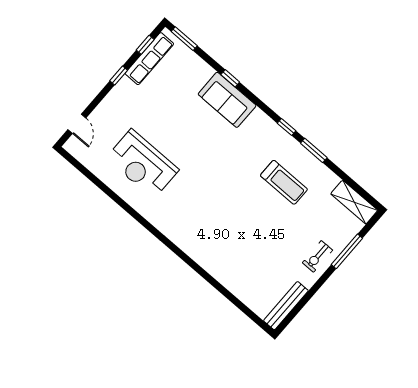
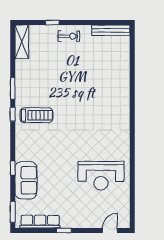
window: (145, 45) -> (35, 230), removed
sofa: (227, 100) -> (26, 180), moved
reception desk: (142, 164) -> (101, 176), turned 90
treadmill: (284, 182) -> (37, 115), moved, turned 90
window: (347, 251) -> (52, 23), width x0.46

